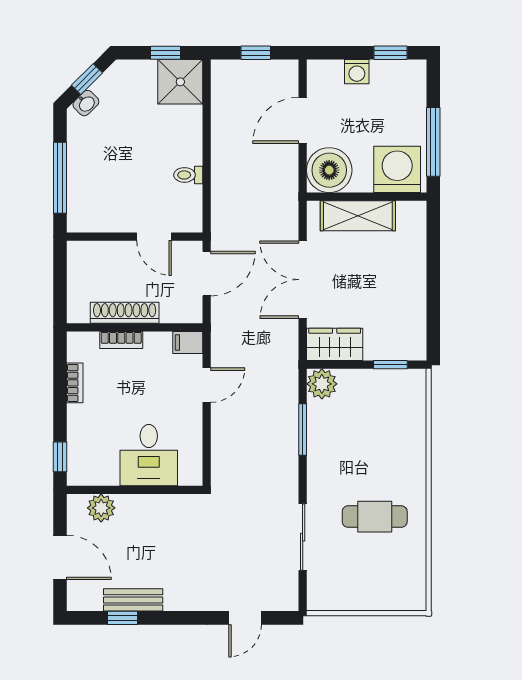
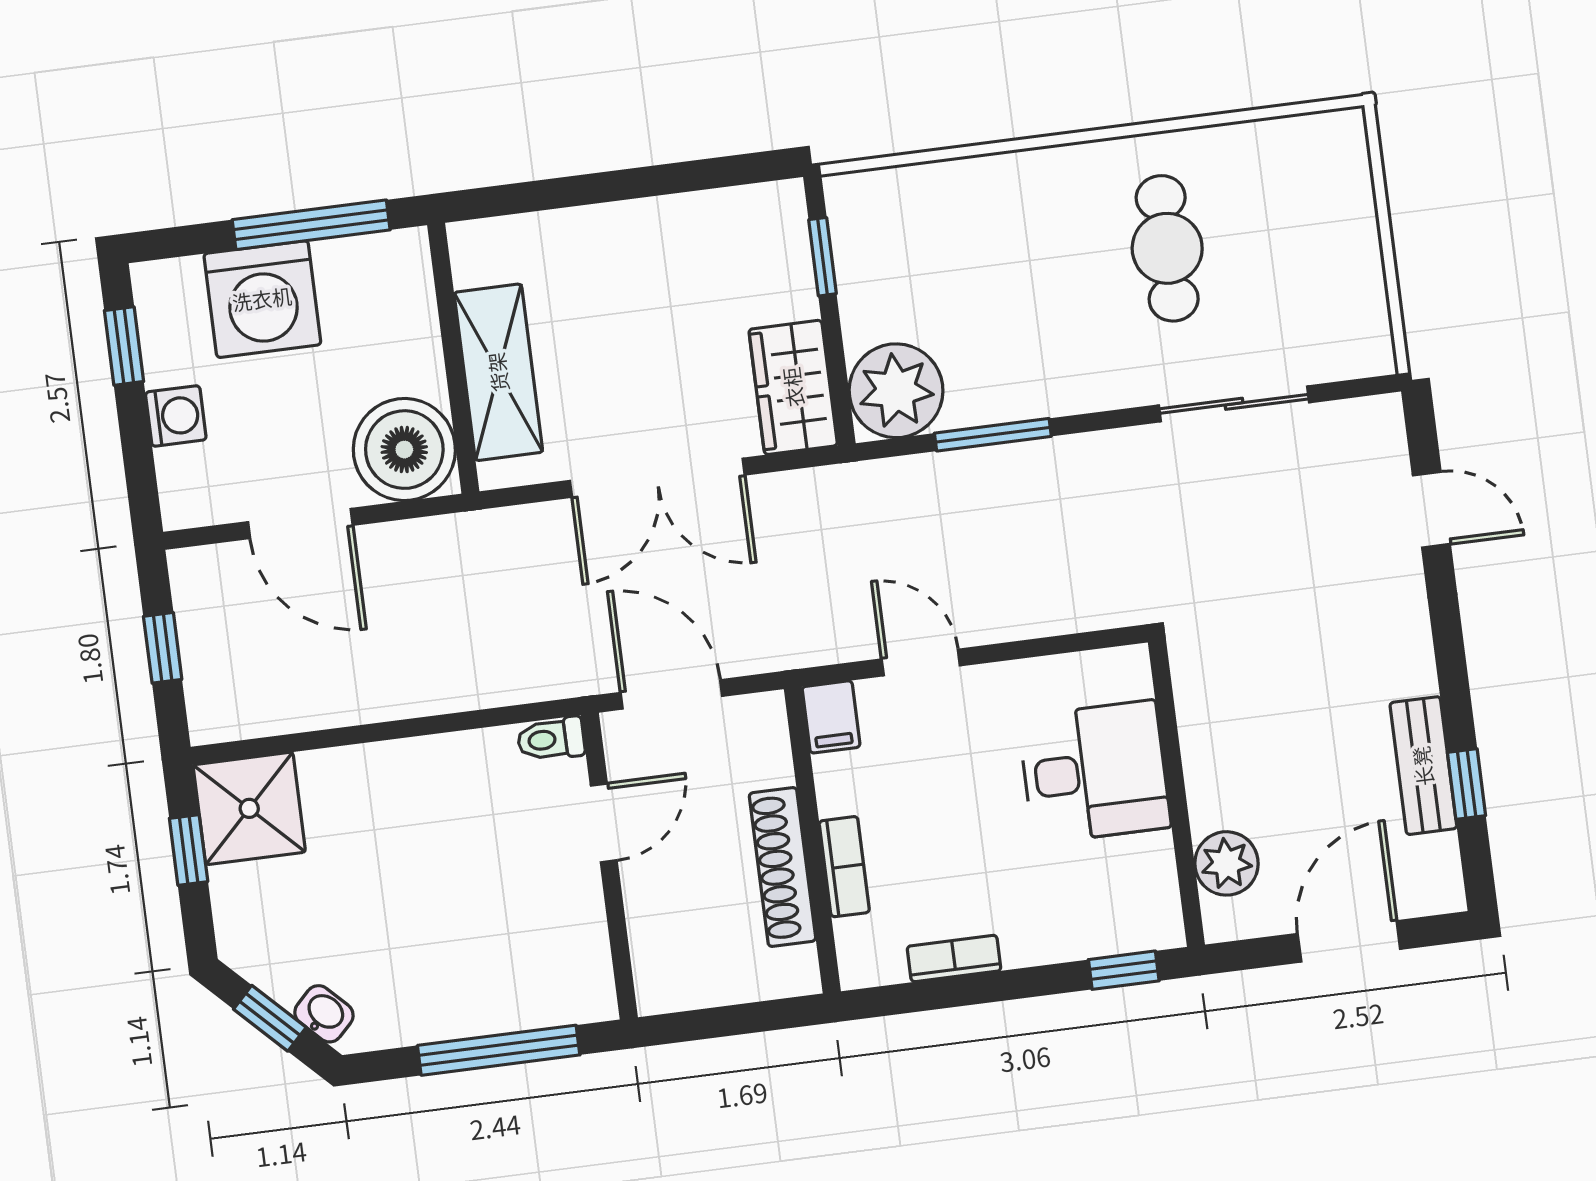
washing machine: (397, 169) -> (262, 299), moved, turned -90
toilet: (188, 175) -> (551, 739), moved, turned 90
plant: (322, 384) -> (896, 391), width x1.36, depth x1.36

